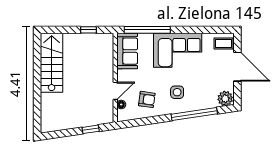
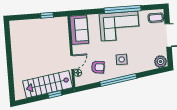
window: (147, 30) -> (123, 9), moved
stairs: (52, 63) -> (48, 84), moved, turned -98
window: (194, 114) -> (118, 80), moved

